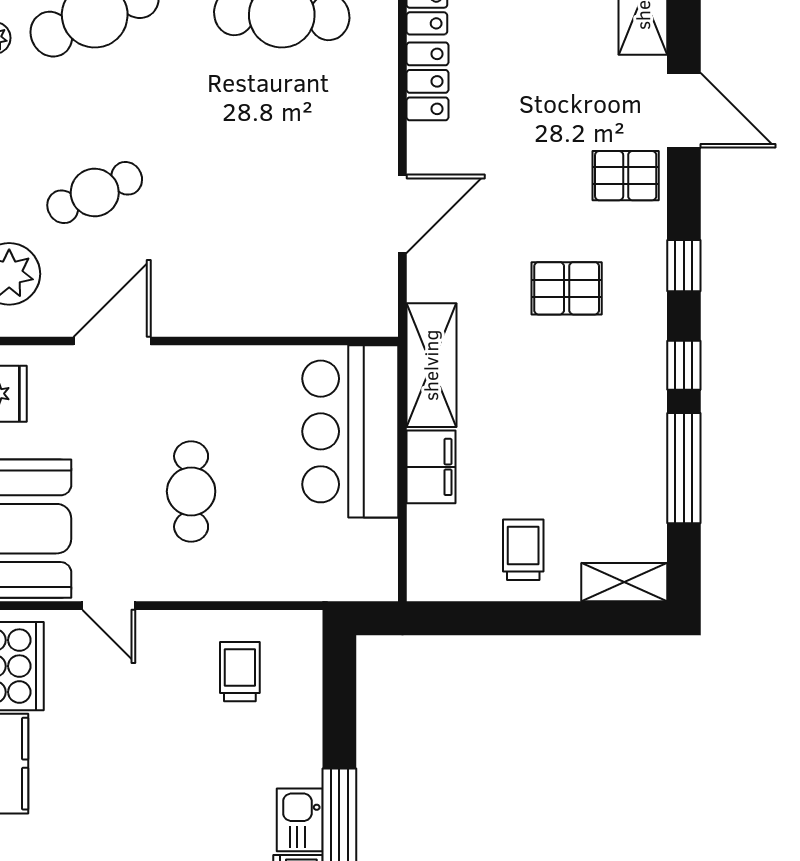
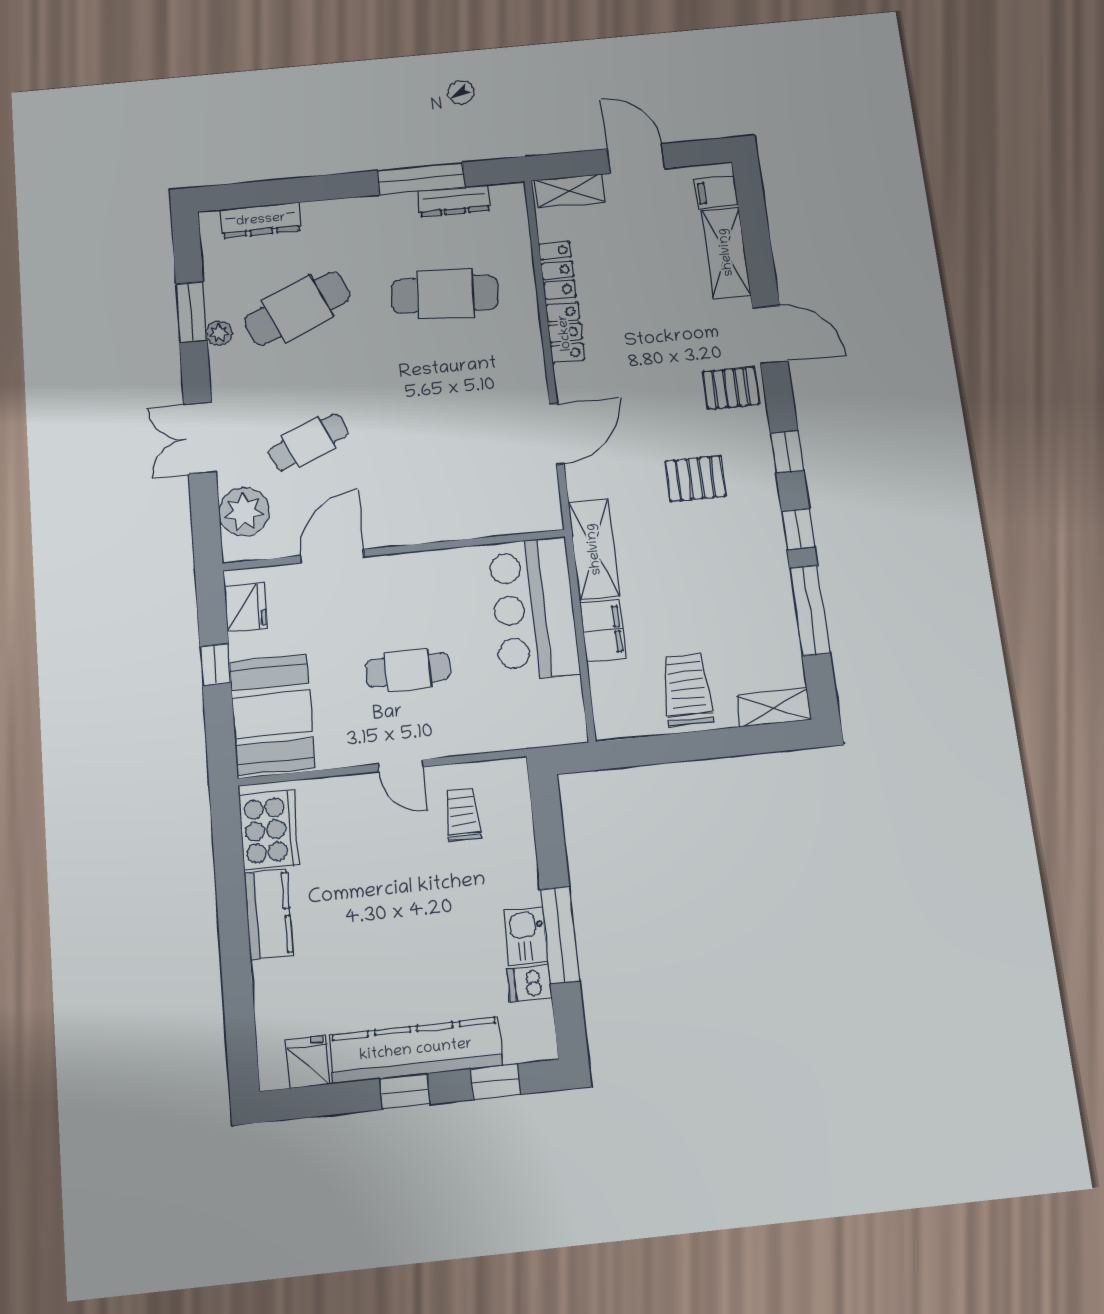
cafe table: (191, 491) -> (408, 670), turned 90
trolley: (523, 550) -> (687, 690), width x1.36, depth x1.39
door: (109, 606) -> (401, 765), moved

